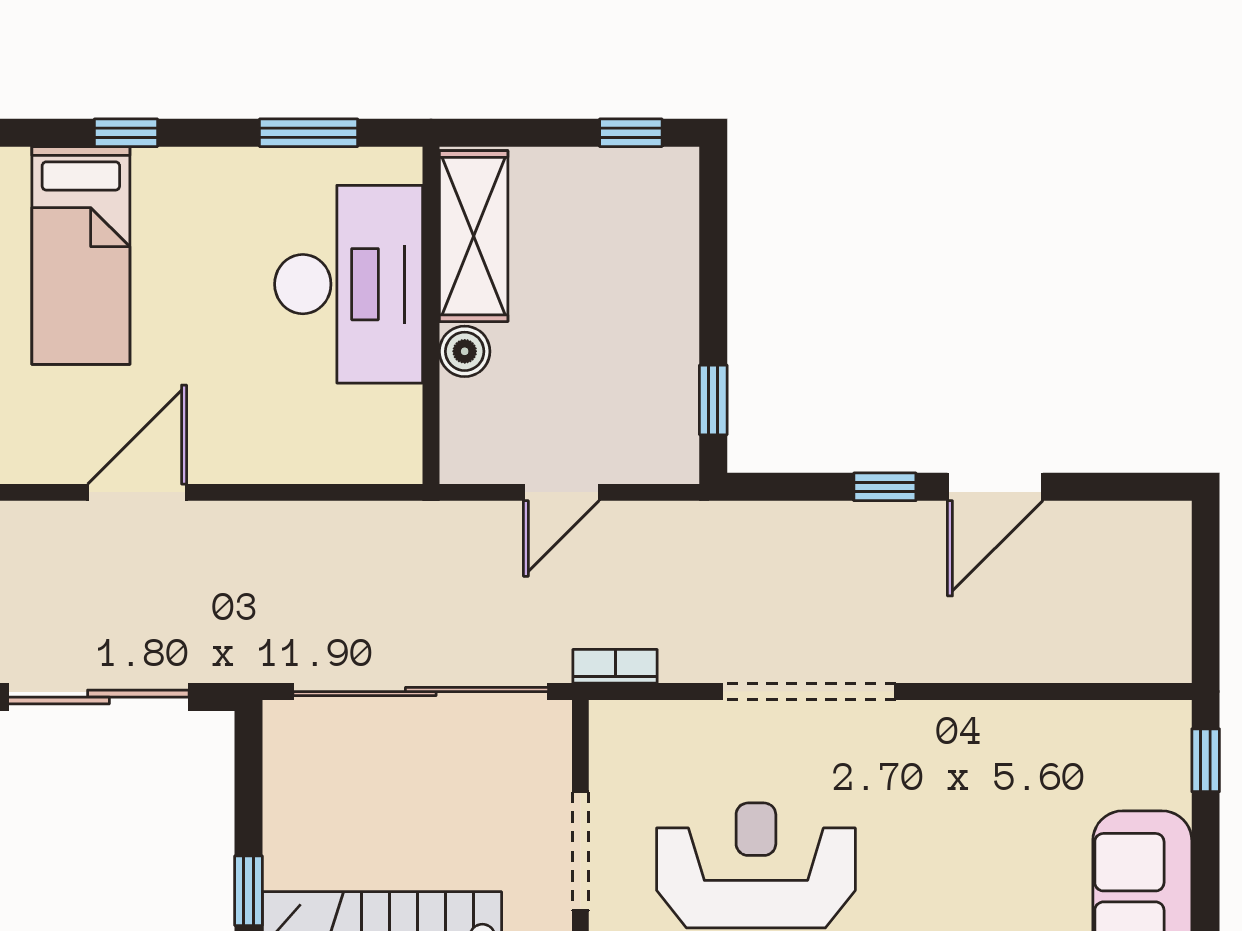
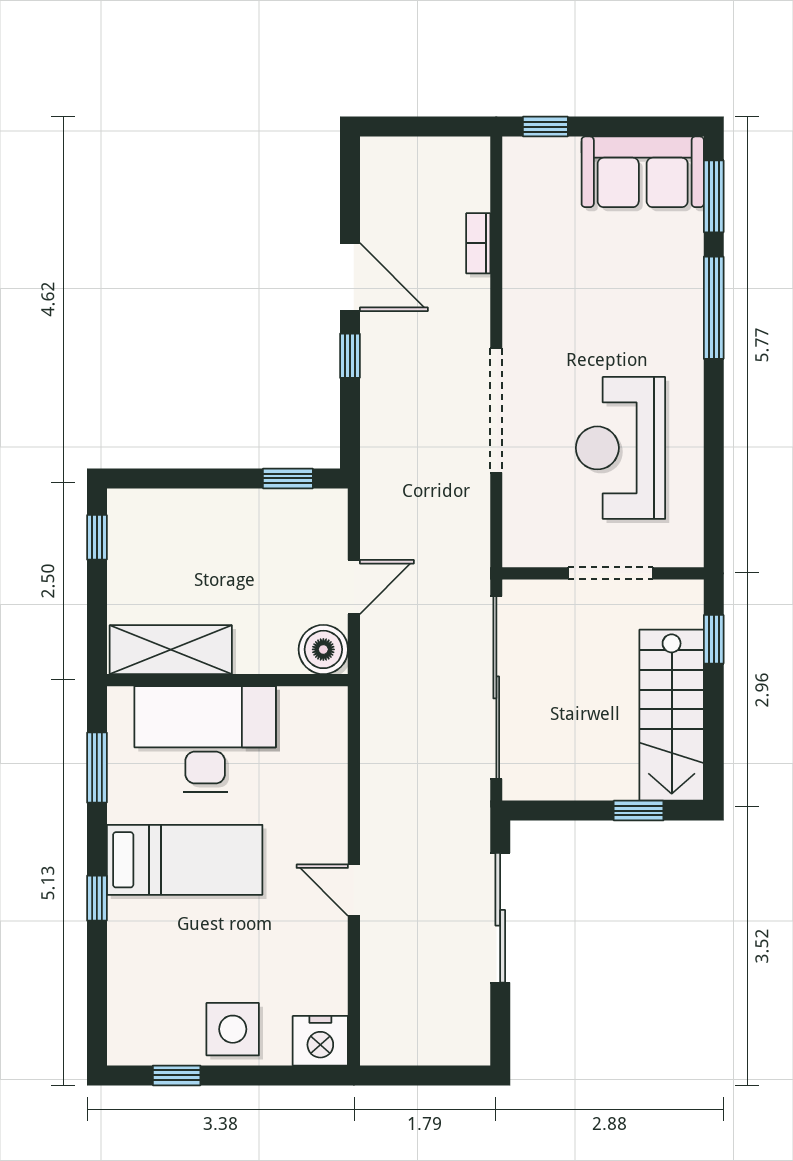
bed: (81, 255) -> (185, 860), moved
boiler: (465, 351) -> (323, 649), moved, width x1.36, depth x1.36
door: (137, 492) -> (354, 890), width x0.73
door: (561, 492) -> (354, 587), hinge flipped
bookcase: (615, 666) -> (478, 243), moved

